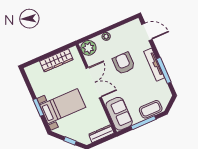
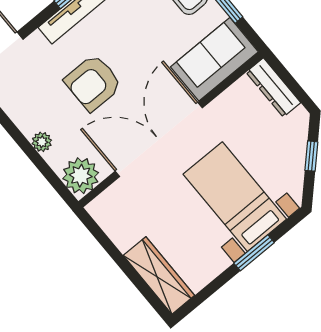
wardrobe: (56, 60) -> (159, 275), moved
double door: (94, 83) -> (159, 140), width x1.36

